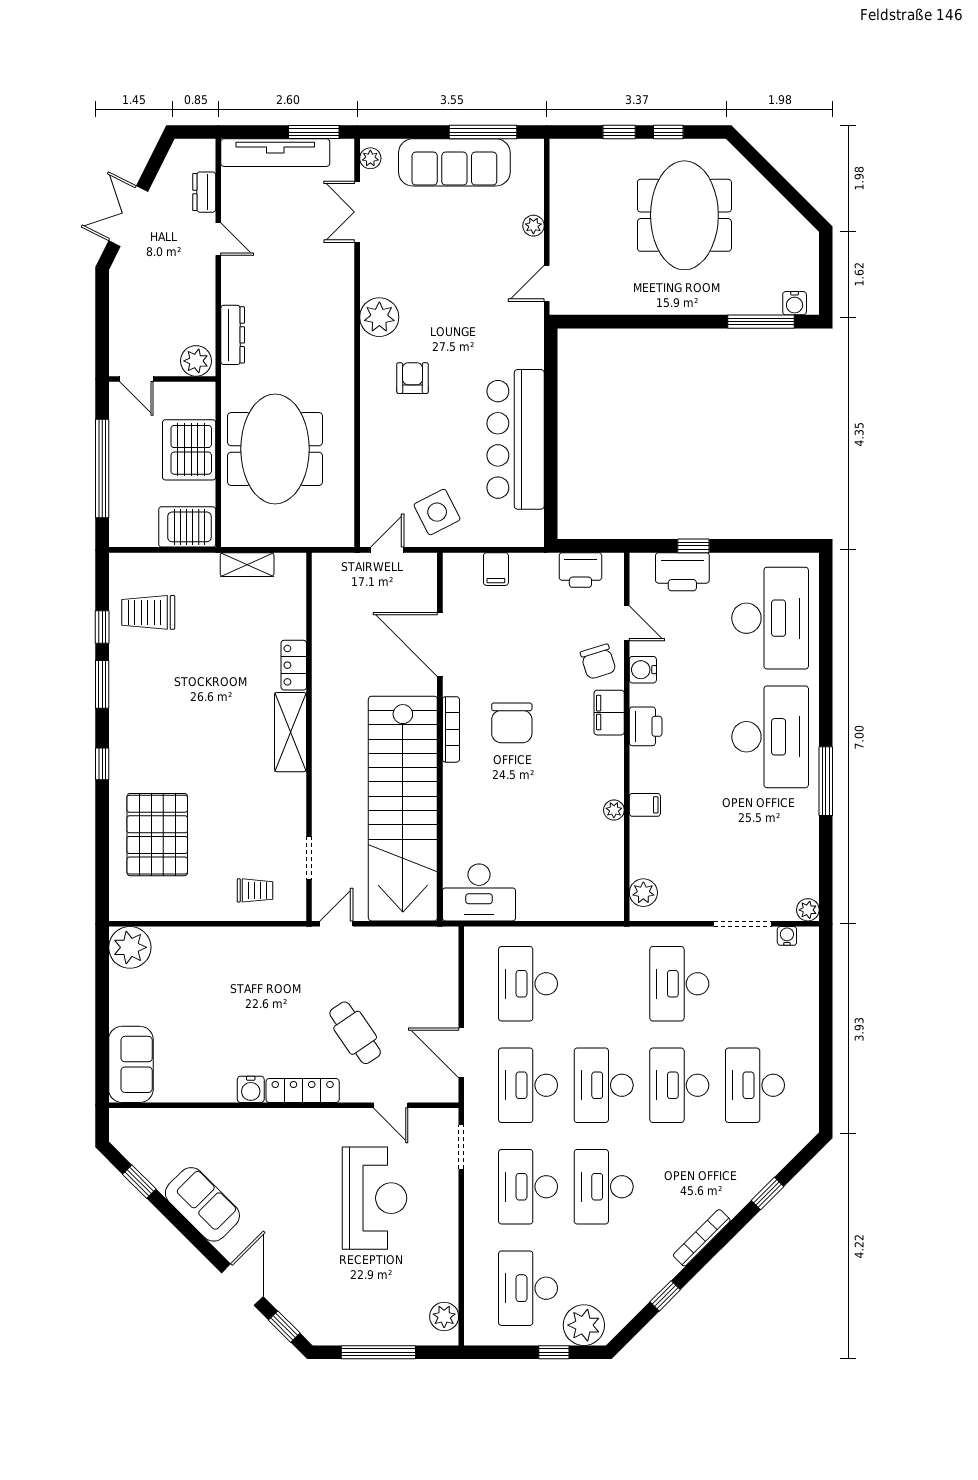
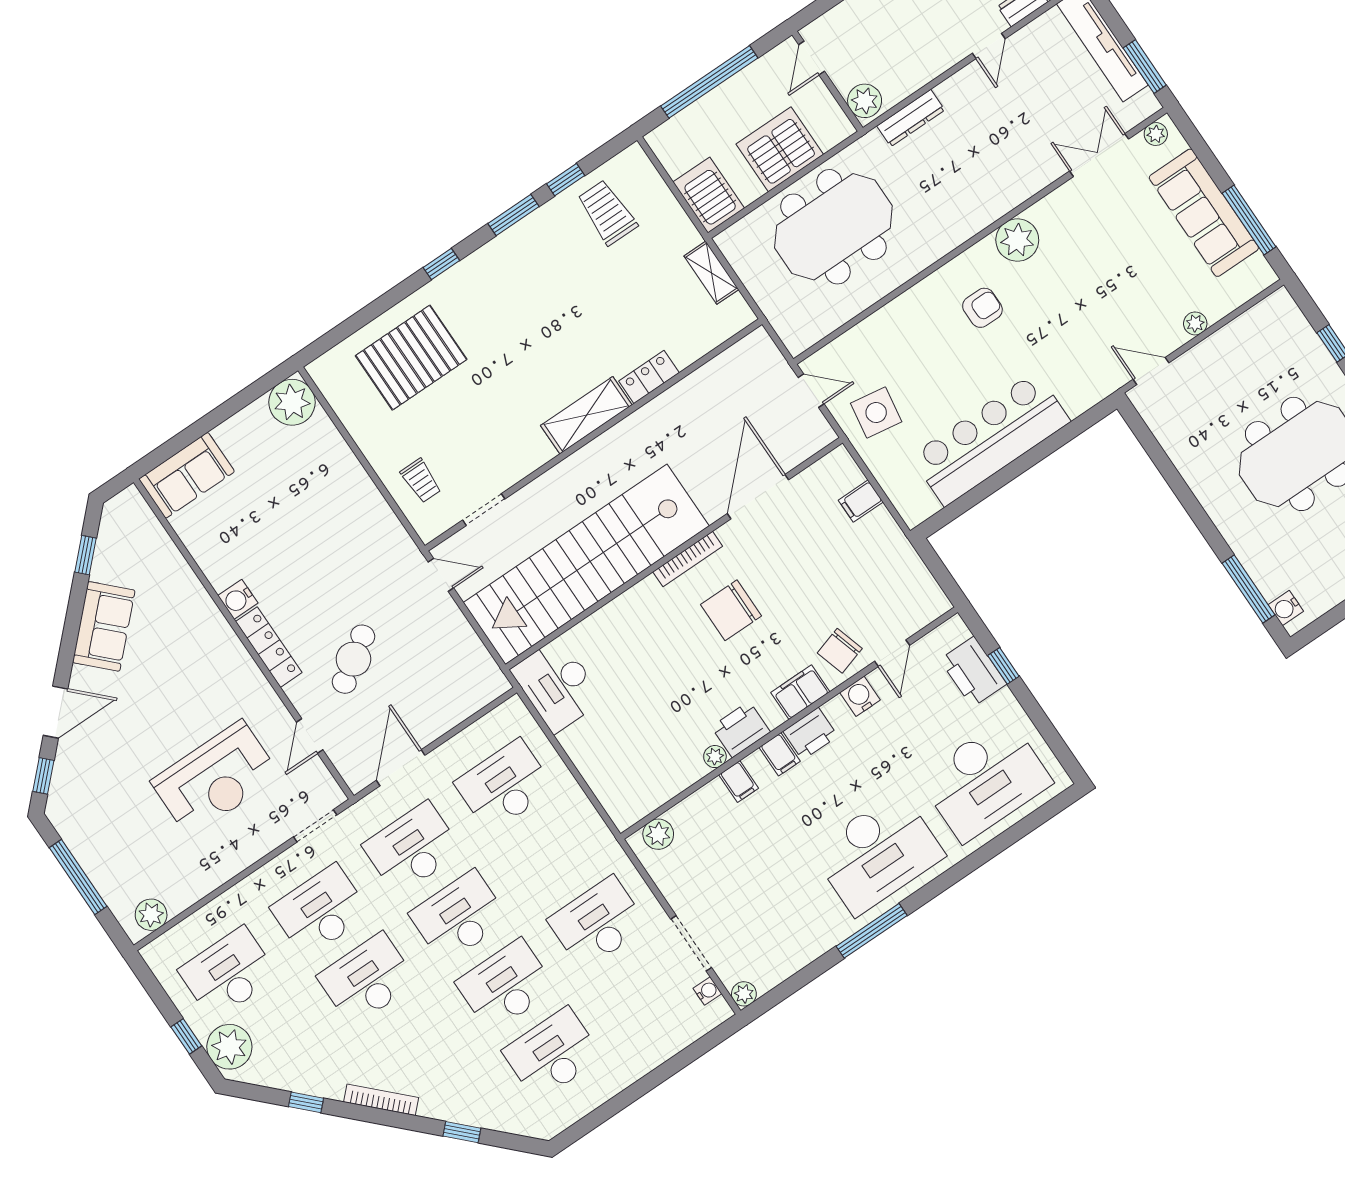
side table: (437, 512) -> (876, 413), turned 36
printer: (580, 570) -> (741, 729), moved, turned 90
filing cabinet: (645, 760) -> (780, 754), added

